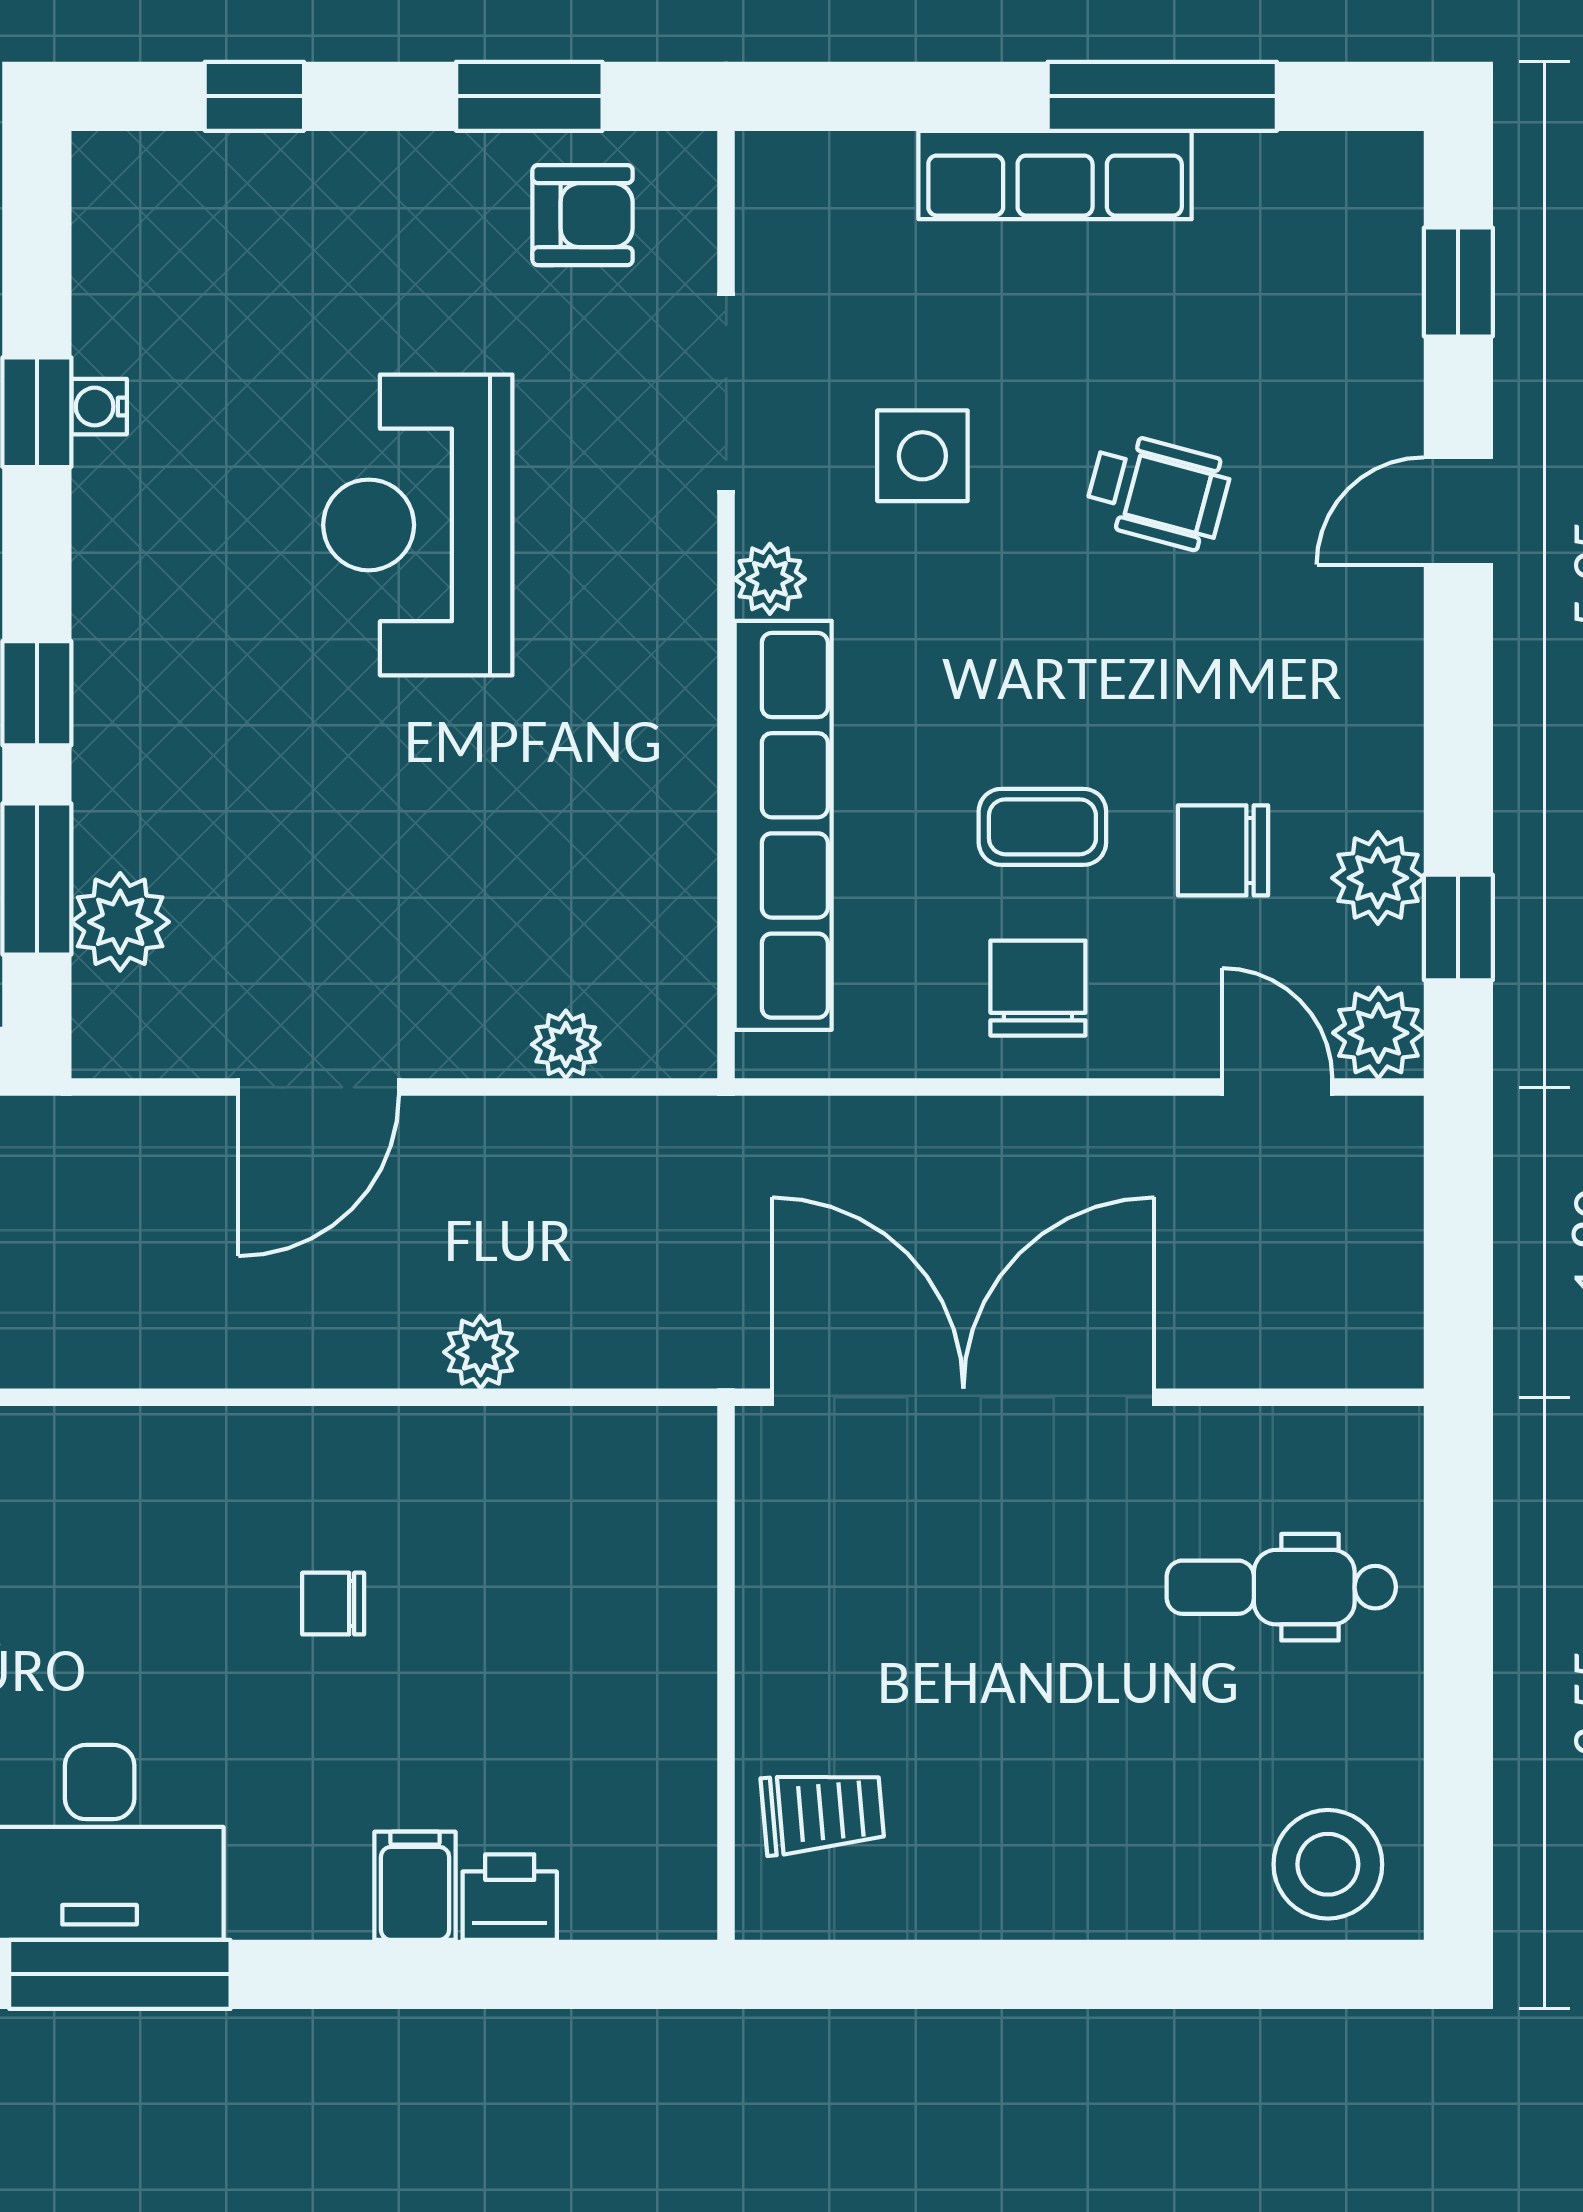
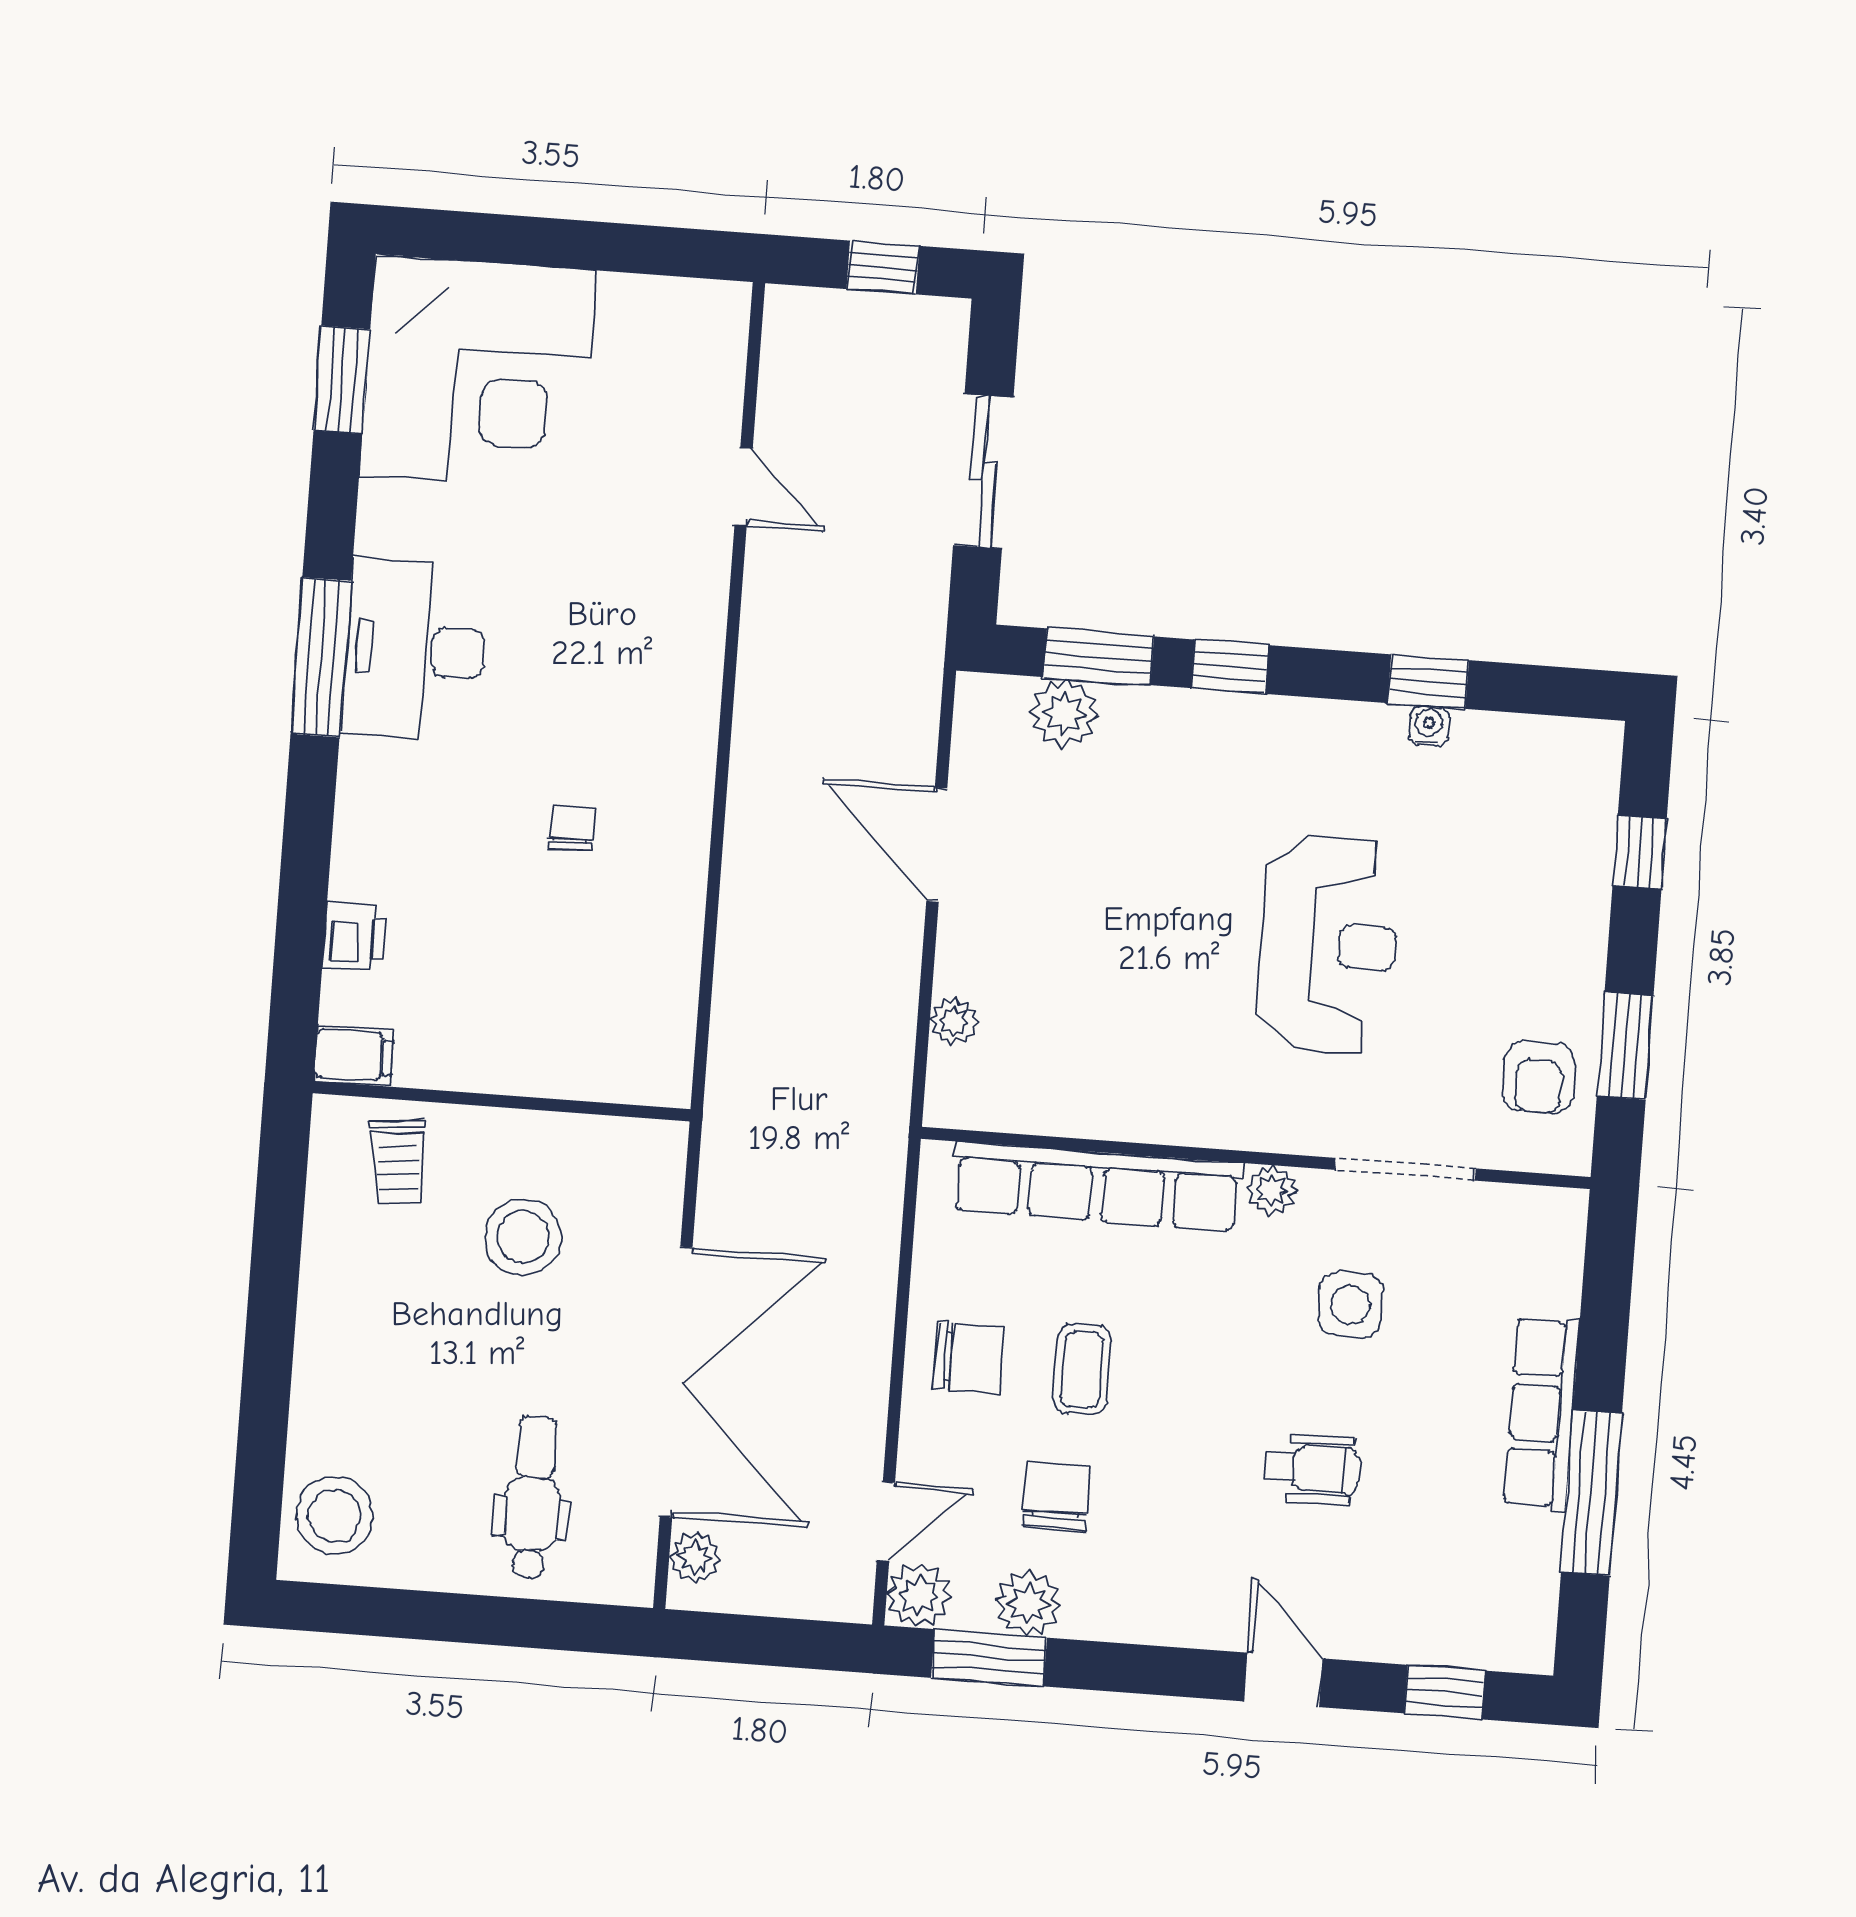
wheelchair: (1158, 491) -> (1313, 1469), turned -105
reception desk: (418, 525) -> (1328, 945), turned 90
window: (1458, 927) -> (989, 1658), width x1.50
plant: (480, 1352) -> (695, 1558), moved
double door: (963, 1397) -> (676, 1382), moved
stool: (915, 1628) -> (523, 1237), added
filing cabinet: (415, 1886) -> (354, 1055), moved

